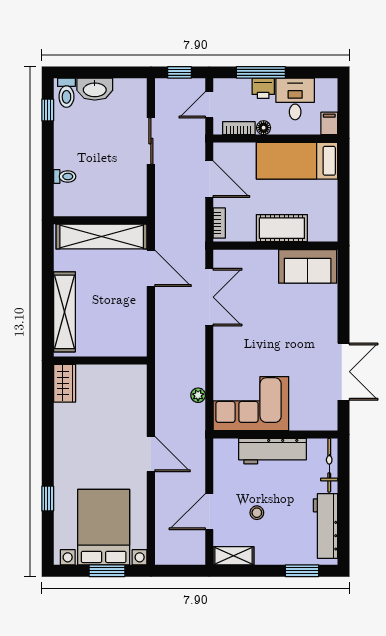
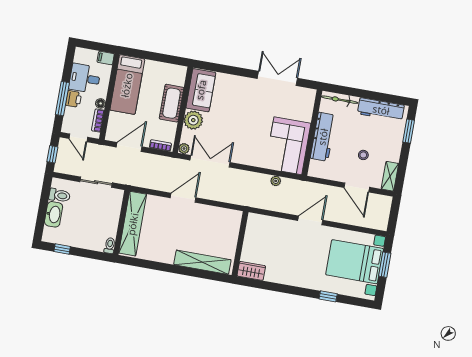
toilet: (66, 93) -> (60, 195), moved
wall: (100, 220) -> (121, 223), moved
shelving: (102, 237) -> (133, 224), moved
plant: (221, 257) -> (184, 149), added
plant: (263, 263) -> (193, 120), added

